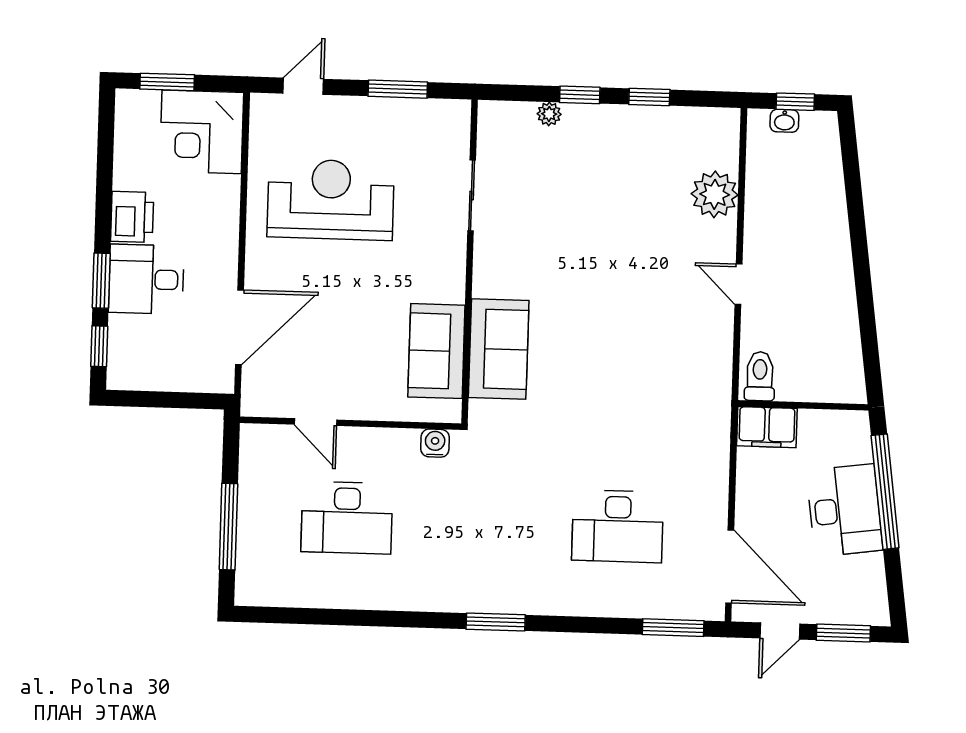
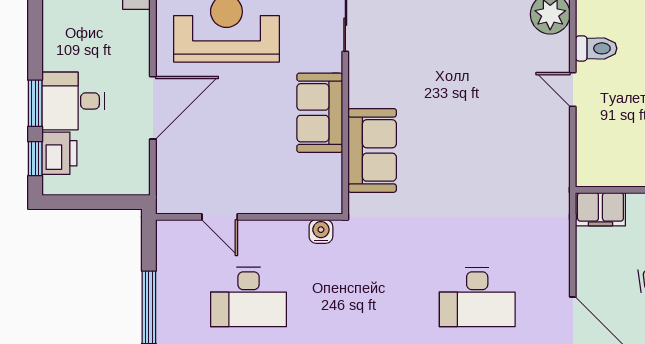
printer: (132, 217) -> (59, 153), moved
door: (240, 327) -> (153, 108), moved
sofa: (436, 351) -> (320, 113), moved
toilet: (760, 376) -> (596, 48), moved, turned 90

